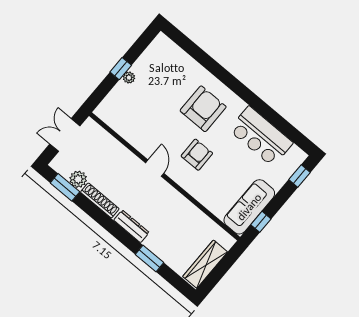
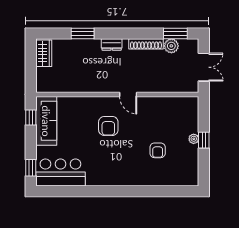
armchair: (203, 109) -> (158, 150), moved, width x0.53, depth x0.53
bar counter: (261, 136) -> (60, 172), moved
dresser: (131, 226) -> (112, 44), width x0.70
wardrobe: (205, 264) -> (44, 53), width x0.67

